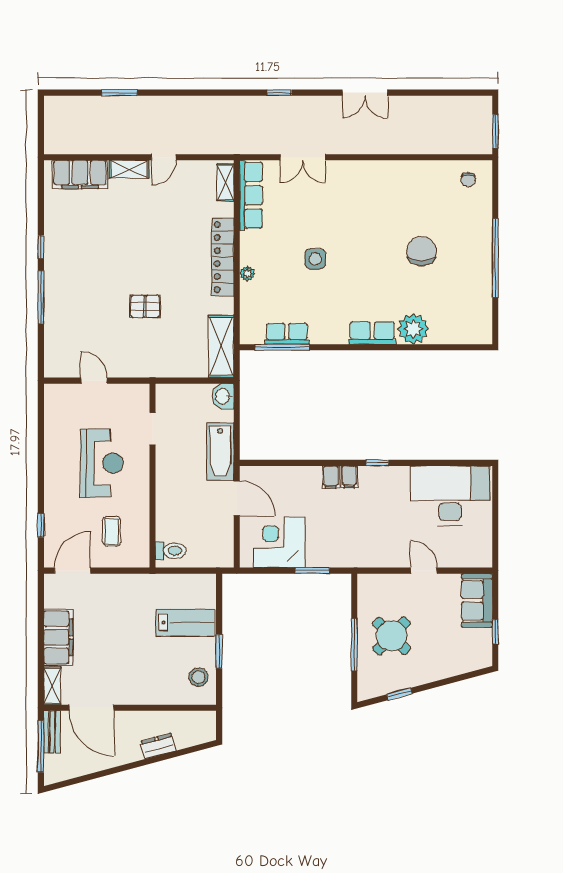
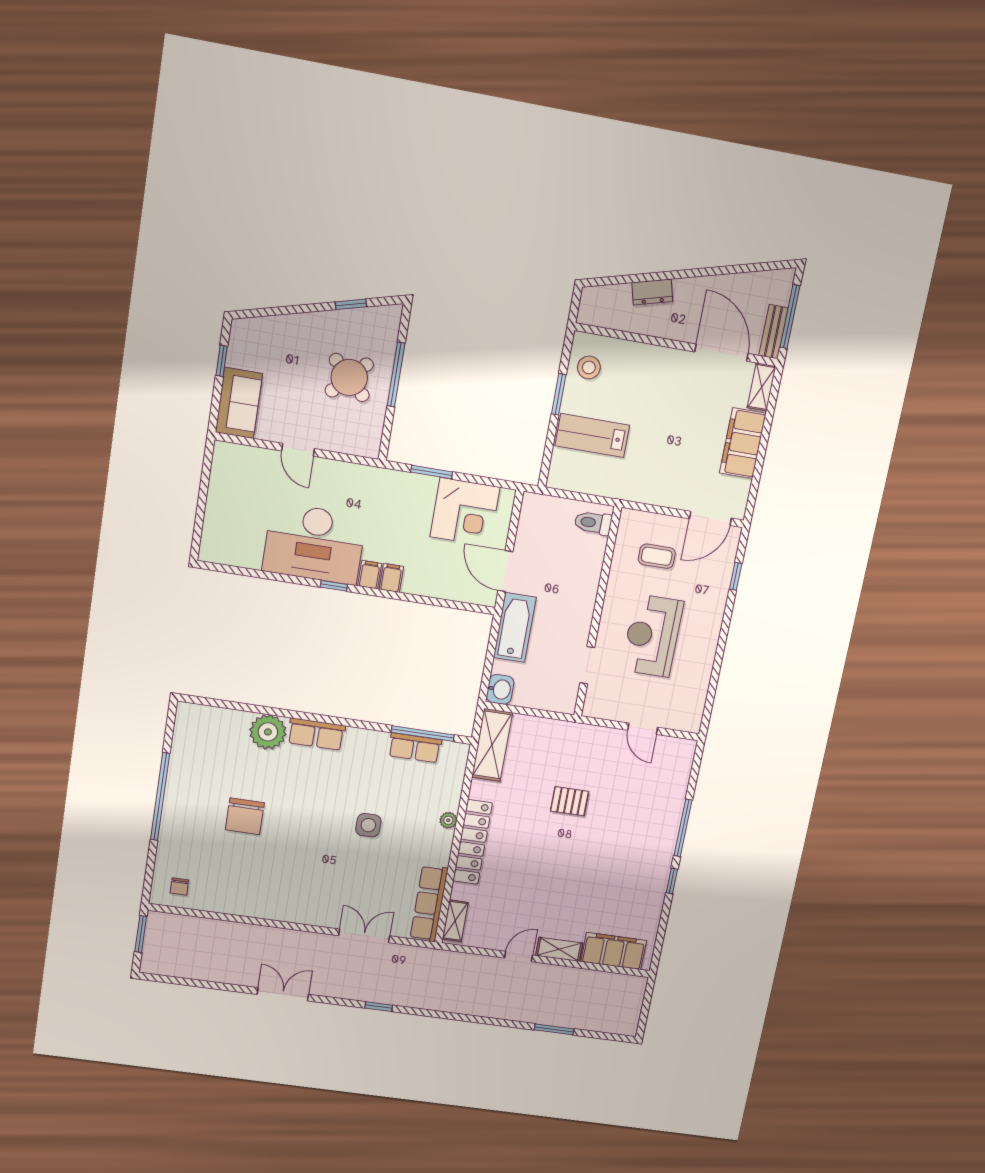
chair: (468, 180) -> (179, 887), turned 180
desk: (450, 496) -> (314, 544), moved
coffee table: (112, 531) -> (657, 556), turned 90

